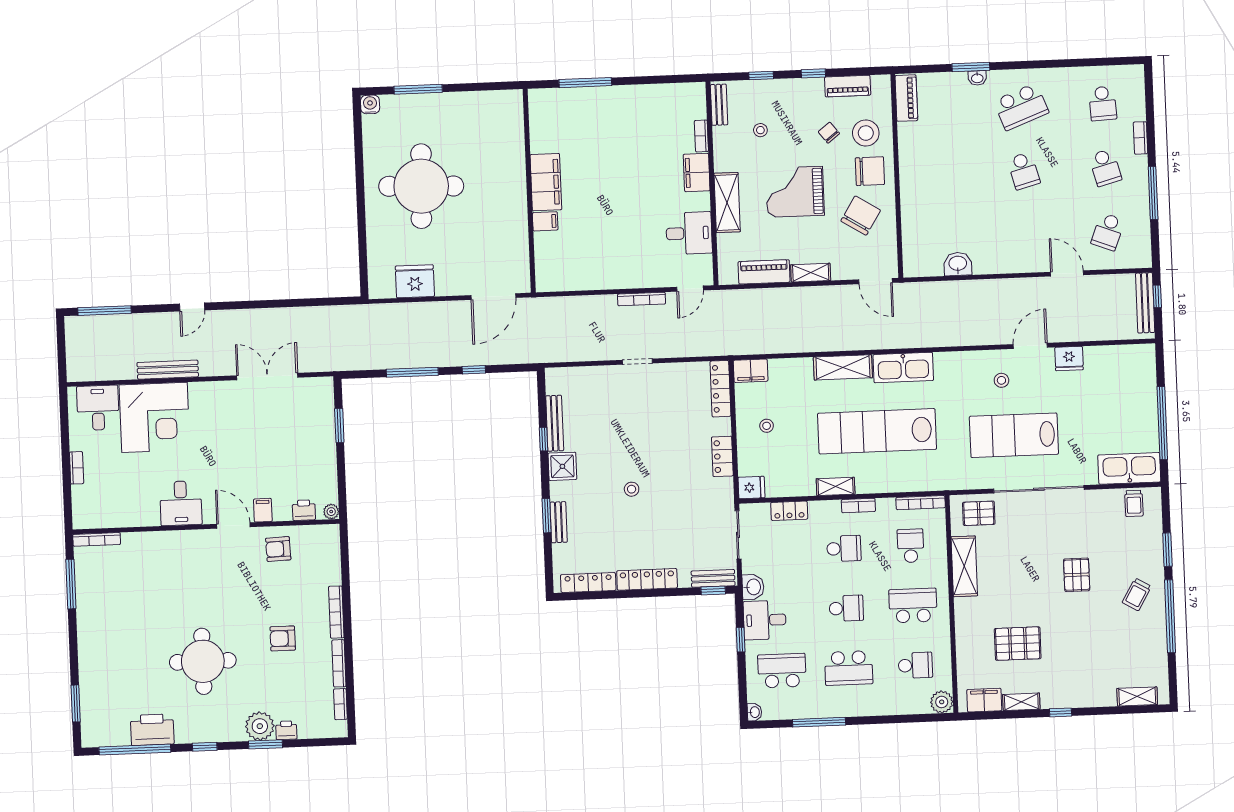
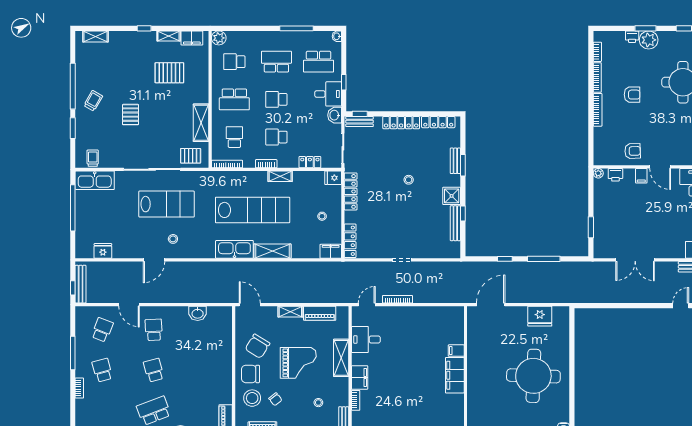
school desk: (1103, 103) -> (154, 330), moved
fridge: (1069, 359) -> (103, 251), moved
locker: (722, 456) -> (351, 191), width x1.53
school desk: (911, 546) -> (234, 137), turned 180

